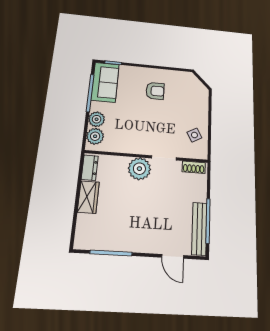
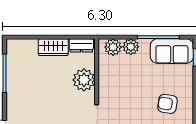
armchair: (155, 91) -> (168, 104), turned 99
plant: (139, 169) -> (84, 80), moved

